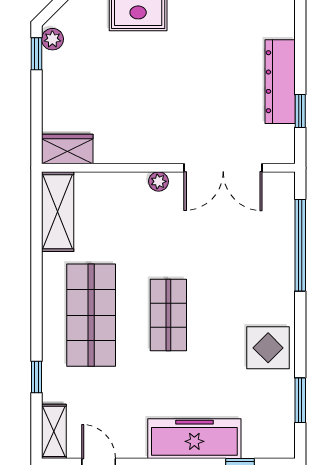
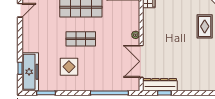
dresser: (280, 82) -> (160, 85), moved
display table: (268, 348) -> (69, 67), moved
freezer: (194, 439) -> (30, 72), moved

